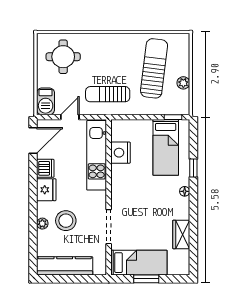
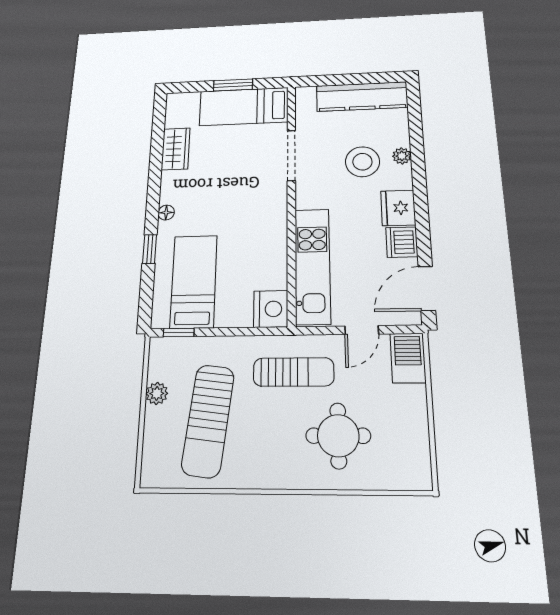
round table: (63, 57) -> (338, 436), moved
nightstand: (121, 153) -> (271, 309), moved

